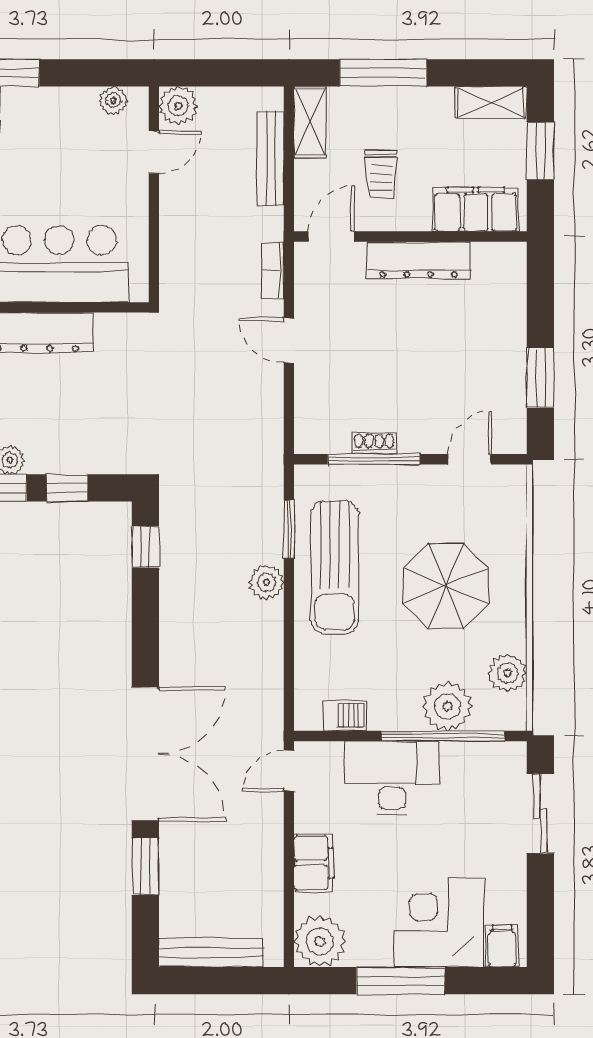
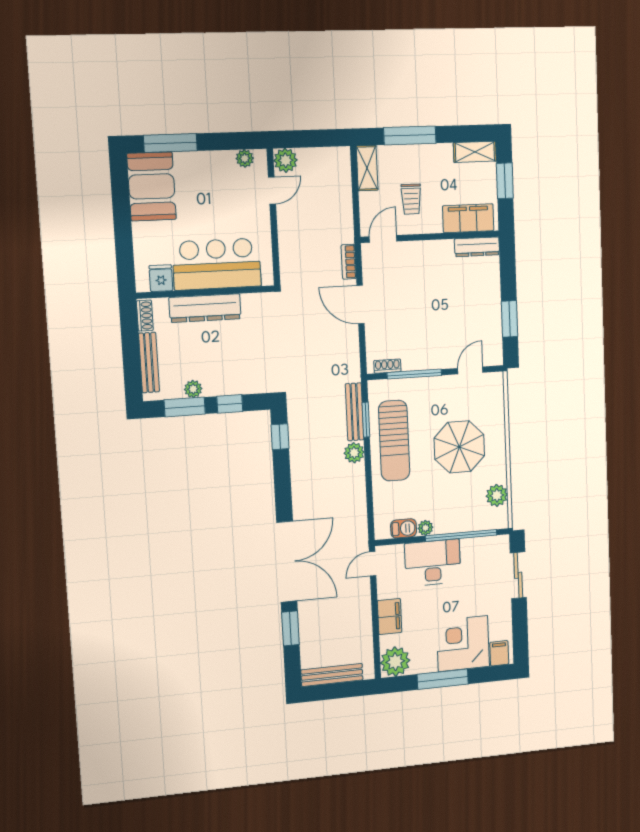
bench: (271, 159) -> (355, 412), moved
dresser: (419, 260) -> (477, 247), moved, width x0.73, depth x0.80
door: (289, 340) -> (361, 305), width x1.38
shoe rack: (374, 443) -> (387, 366), moved
plant: (448, 706) -> (425, 528), moved, width x0.53, depth x0.53

